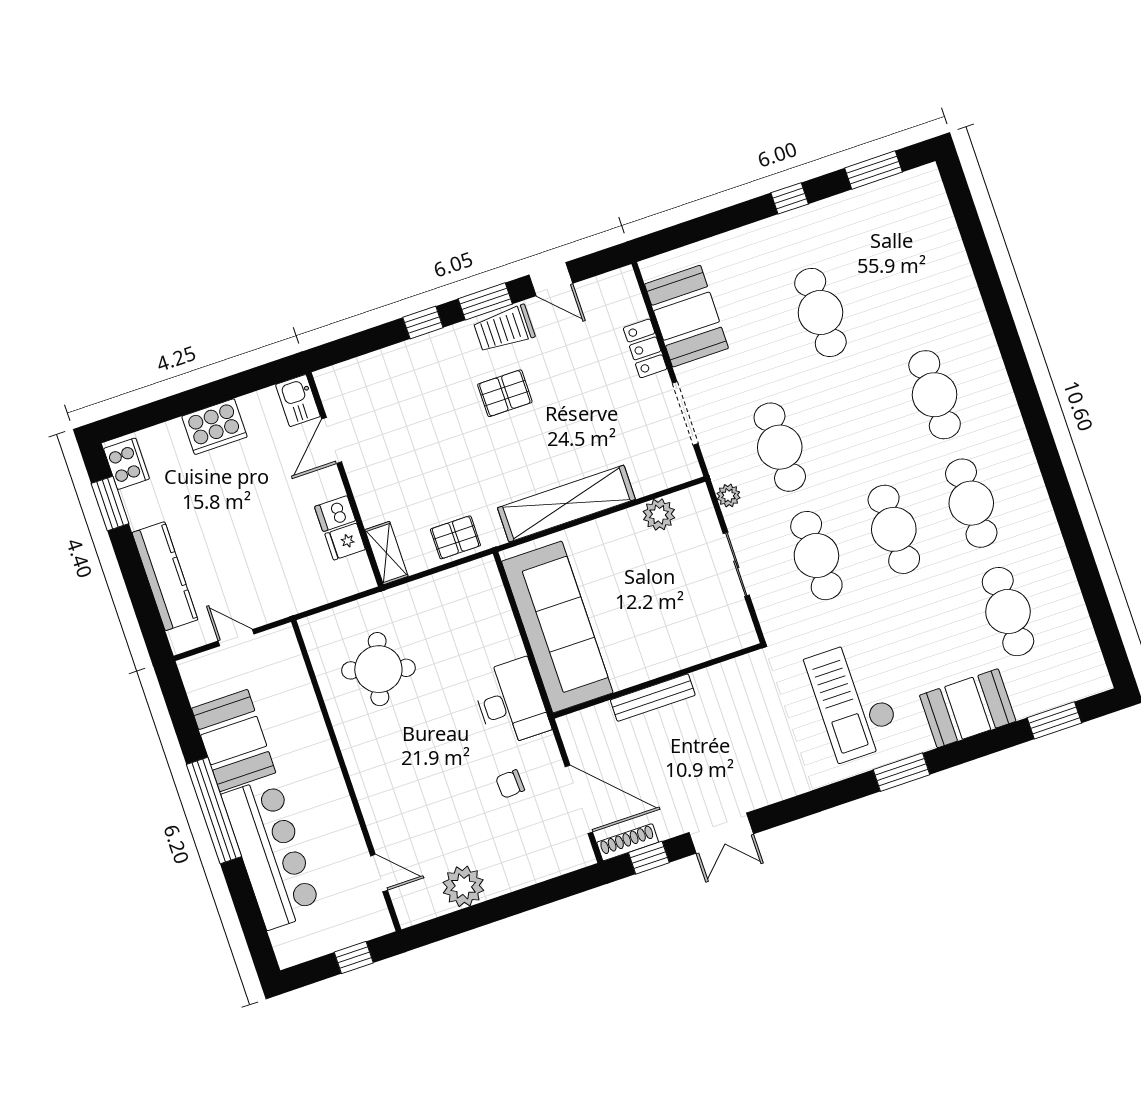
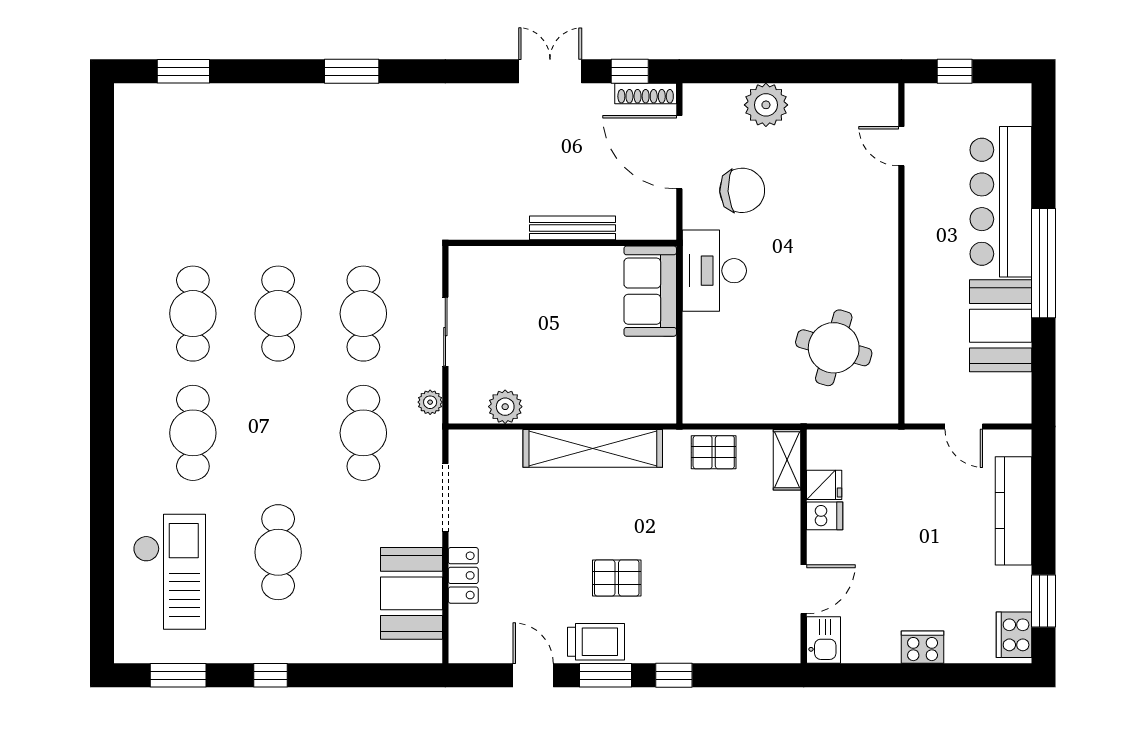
cooker: (214, 427) -> (923, 647), width x0.73, depth x0.76
cafe table: (1008, 612) -> (193, 194), removed
sofa: (557, 627) -> (650, 291), width x0.54, depth x0.79
checkout: (853, 701) -> (169, 572), moved
booth: (968, 708) -> (265, 112), removed
chair: (510, 784) -> (742, 190), width x1.87, depth x1.87
plant: (463, 886) -> (766, 105), moved

